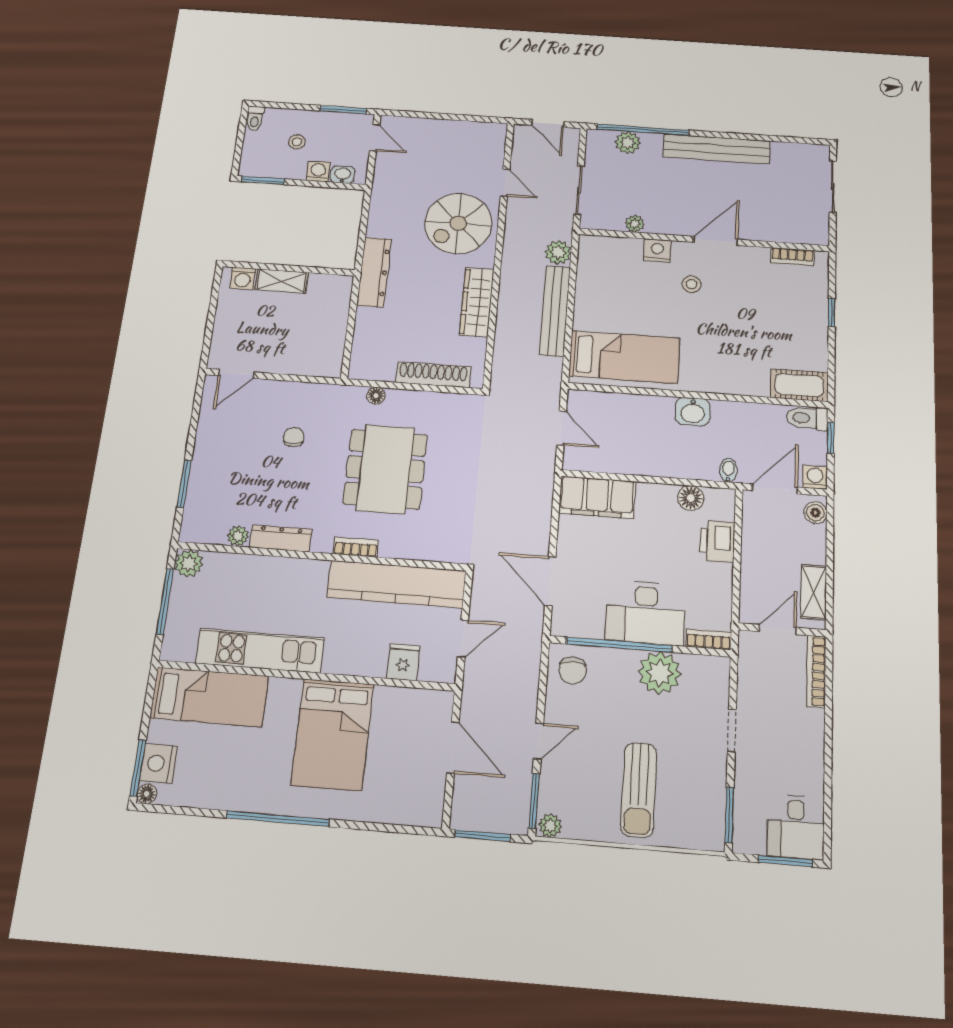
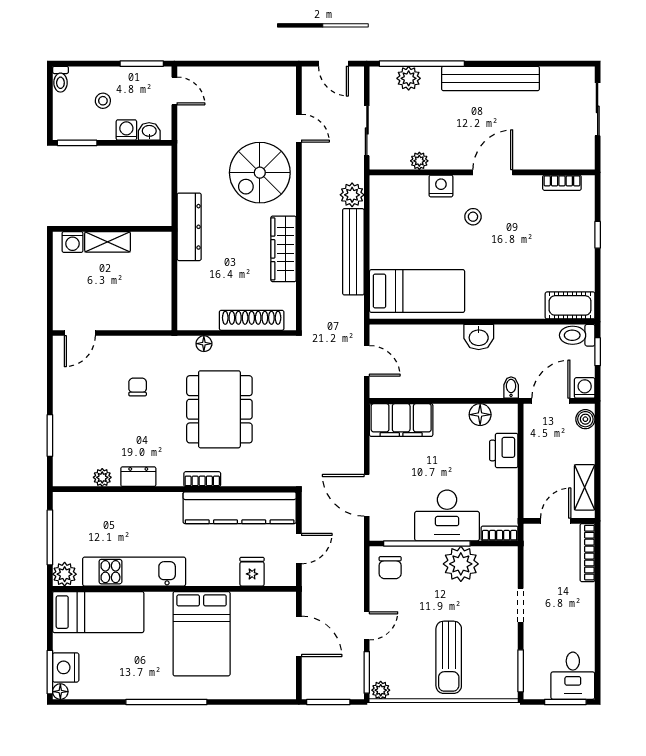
dresser: (281, 538) -> (138, 477), width x0.70
plant: (189, 563) -> (65, 574), moved

